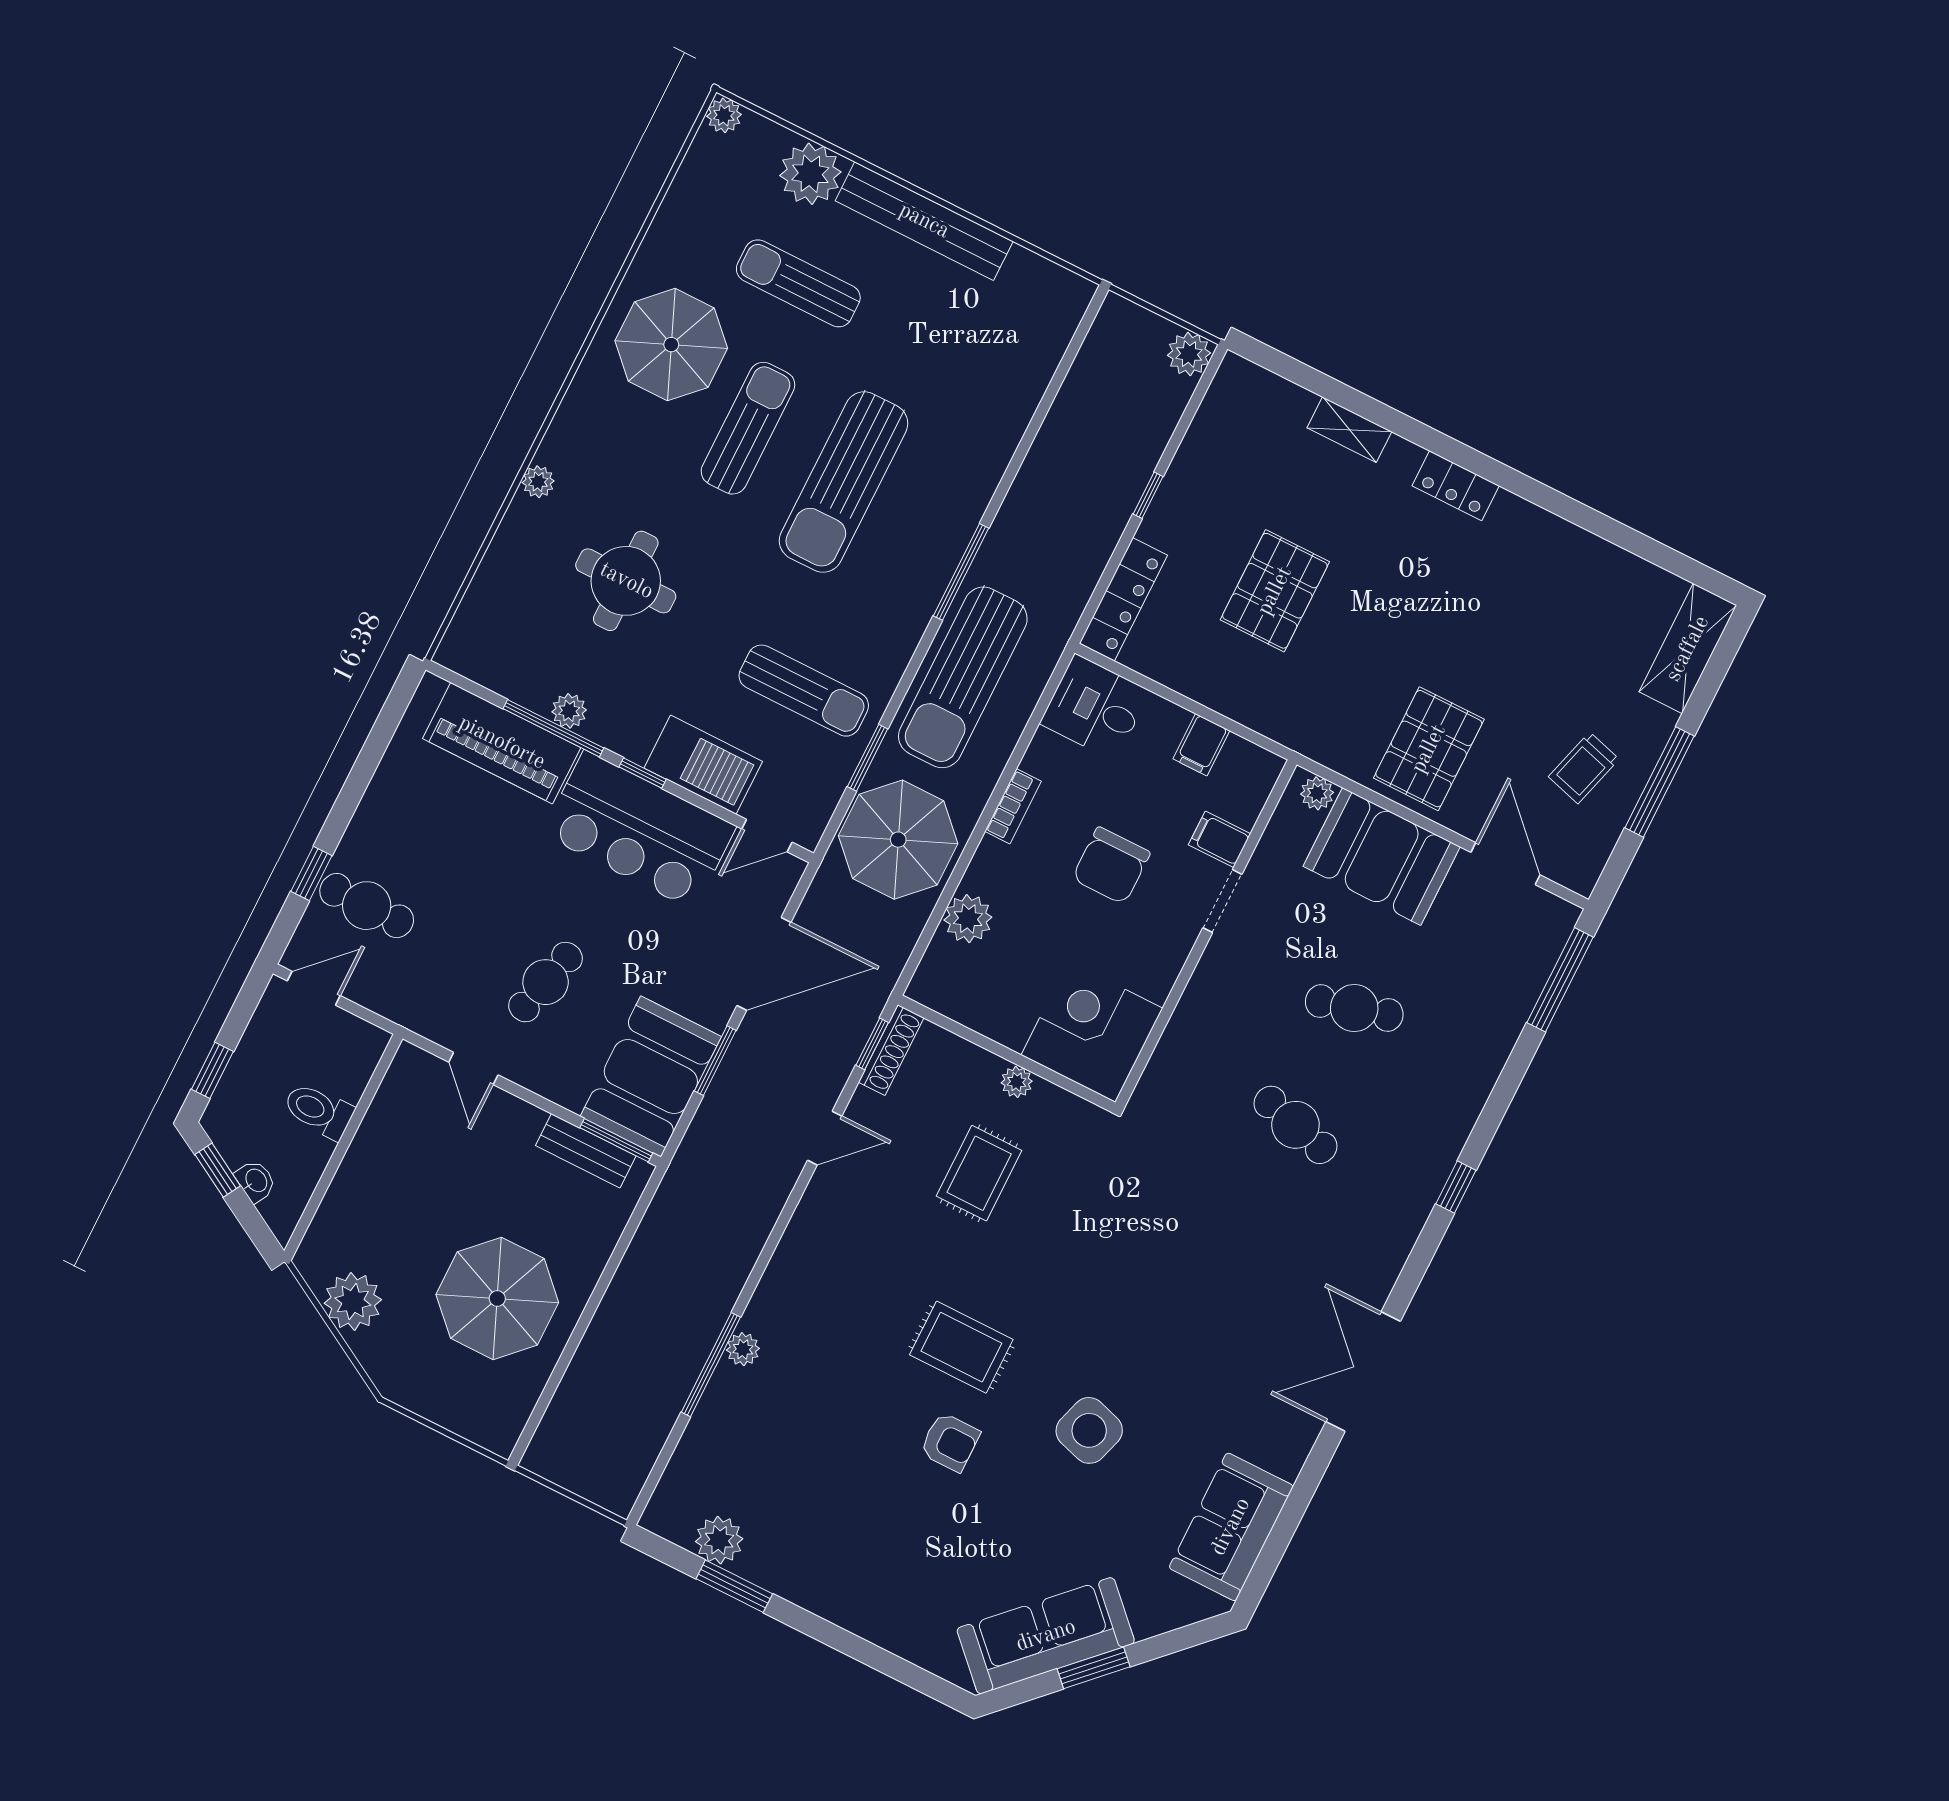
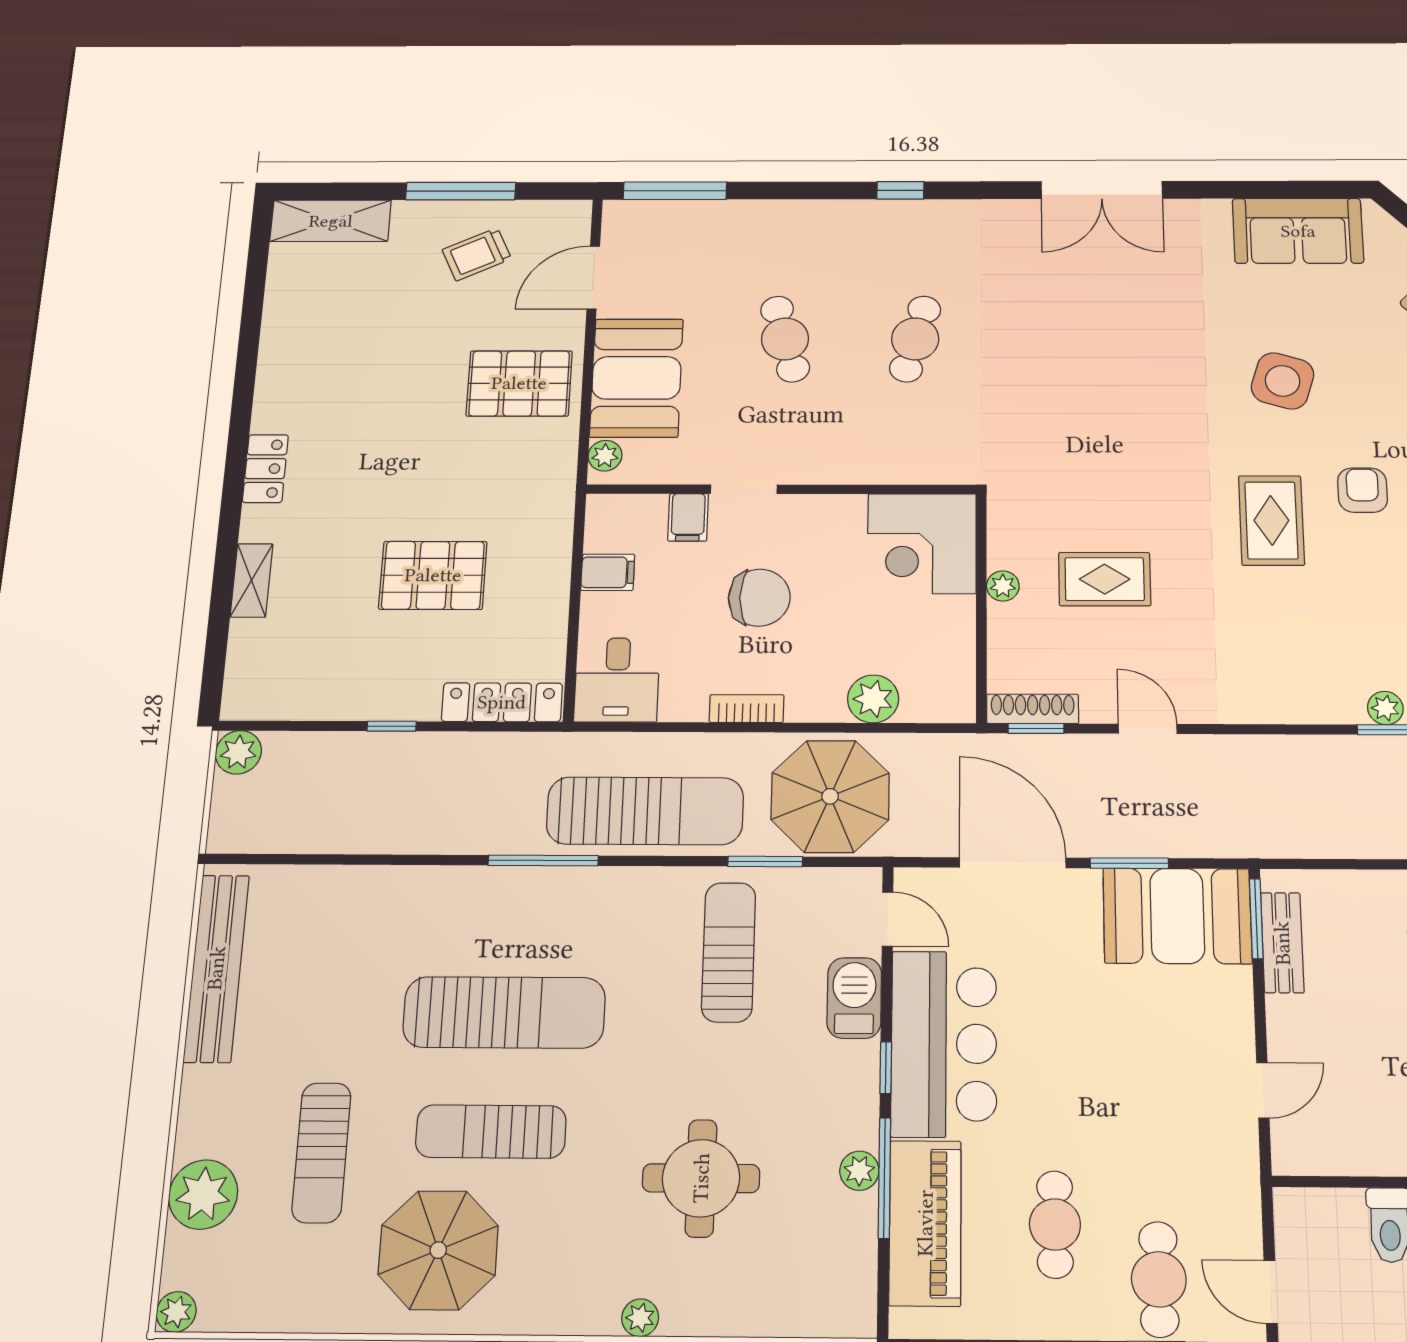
bench: (924, 221) -> (216, 968), moved
barbecue: (703, 765) -> (854, 998), width x0.73, depth x0.83
trolley: (1584, 768) -> (477, 254), turned 139
cafe table: (546, 982) -> (1055, 1224), moved, turned 76

